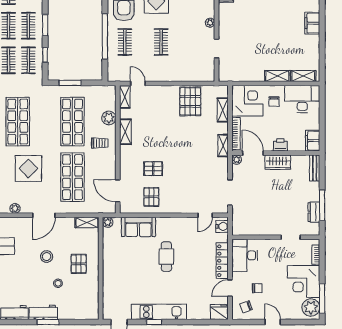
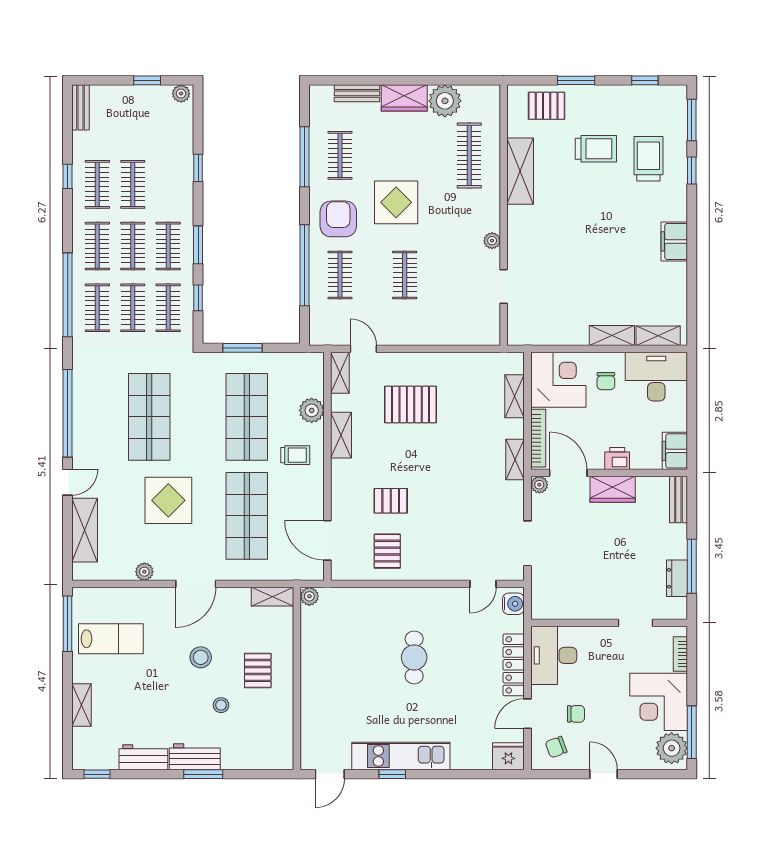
pallet: (190, 101) -> (411, 404), moved, turned 90
sofa: (138, 227) -> (364, 605), removed

